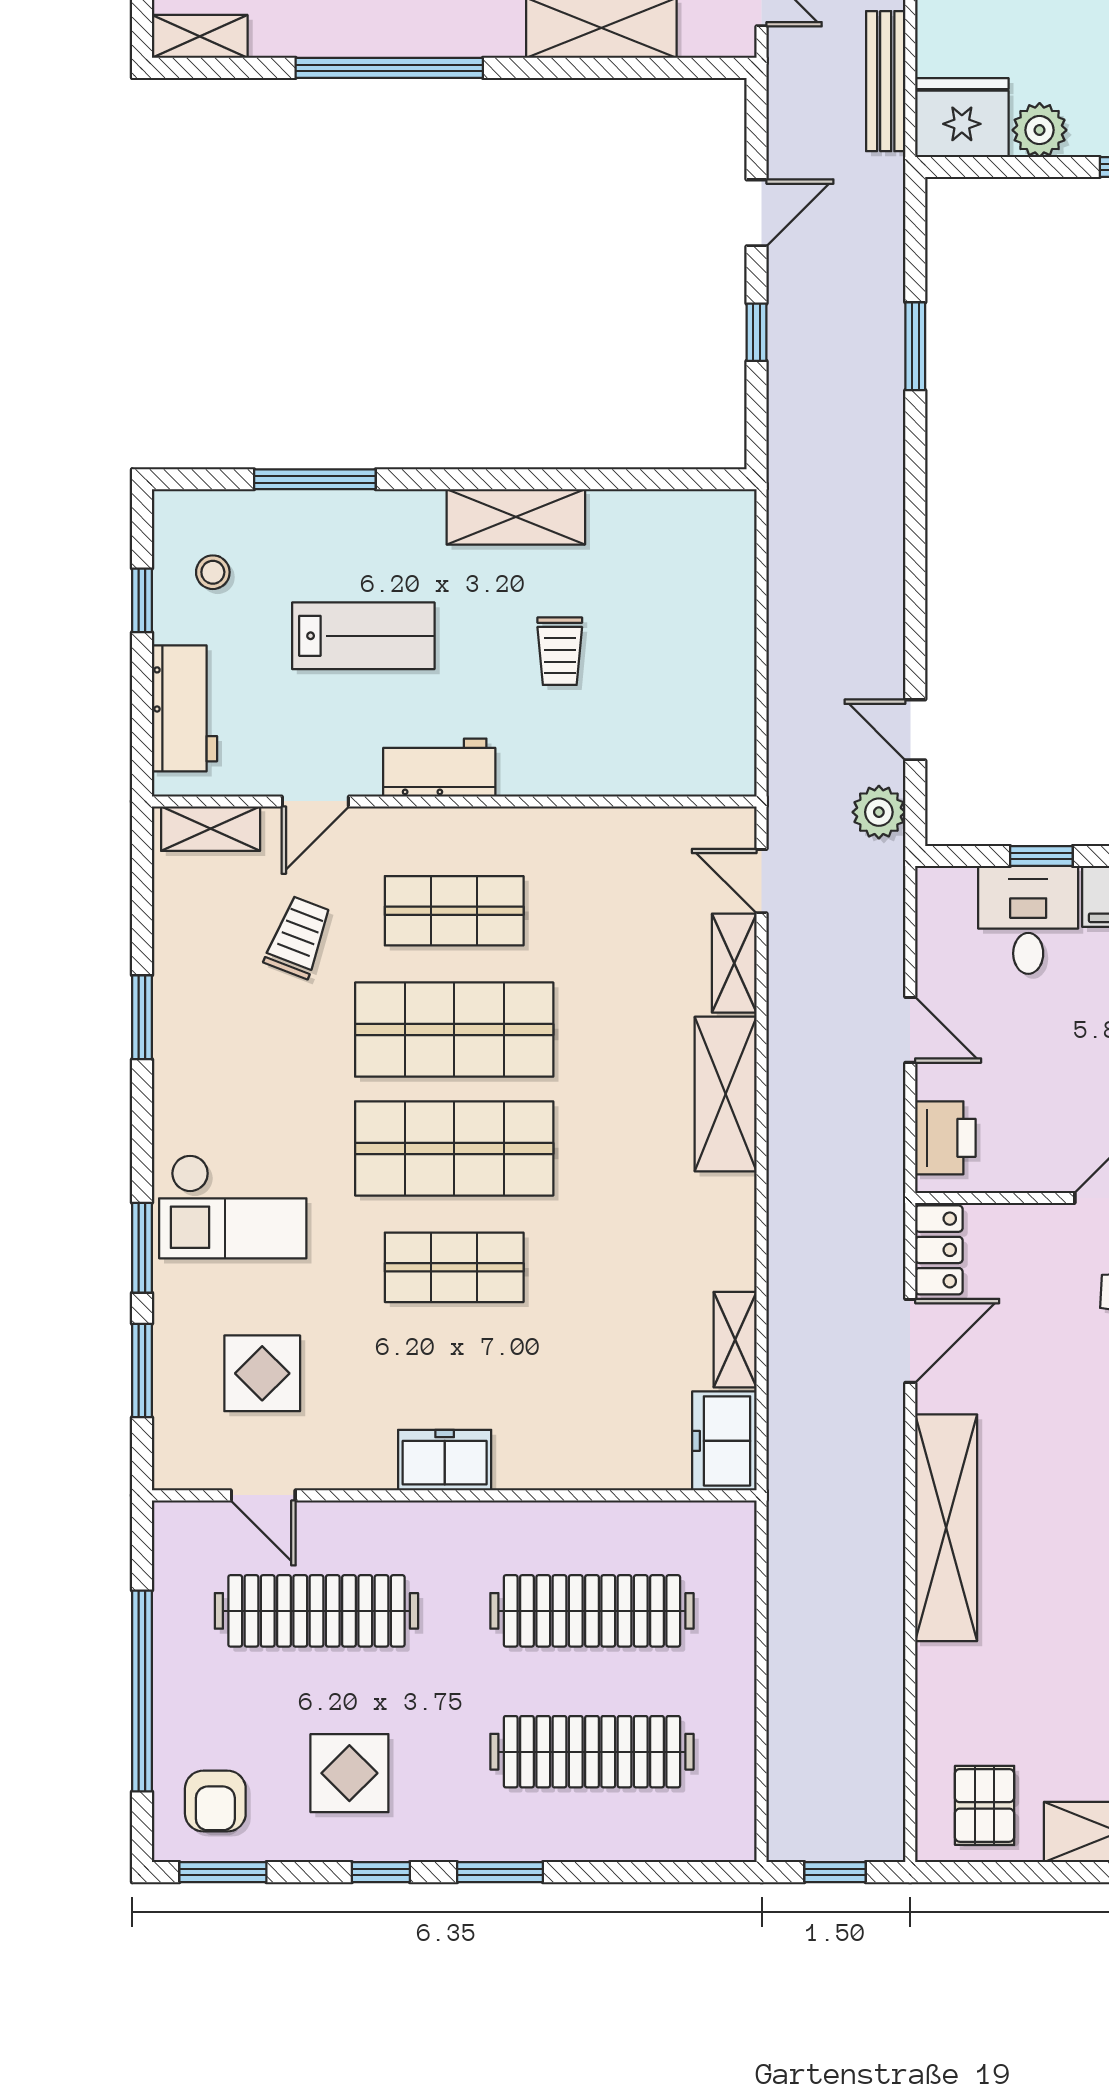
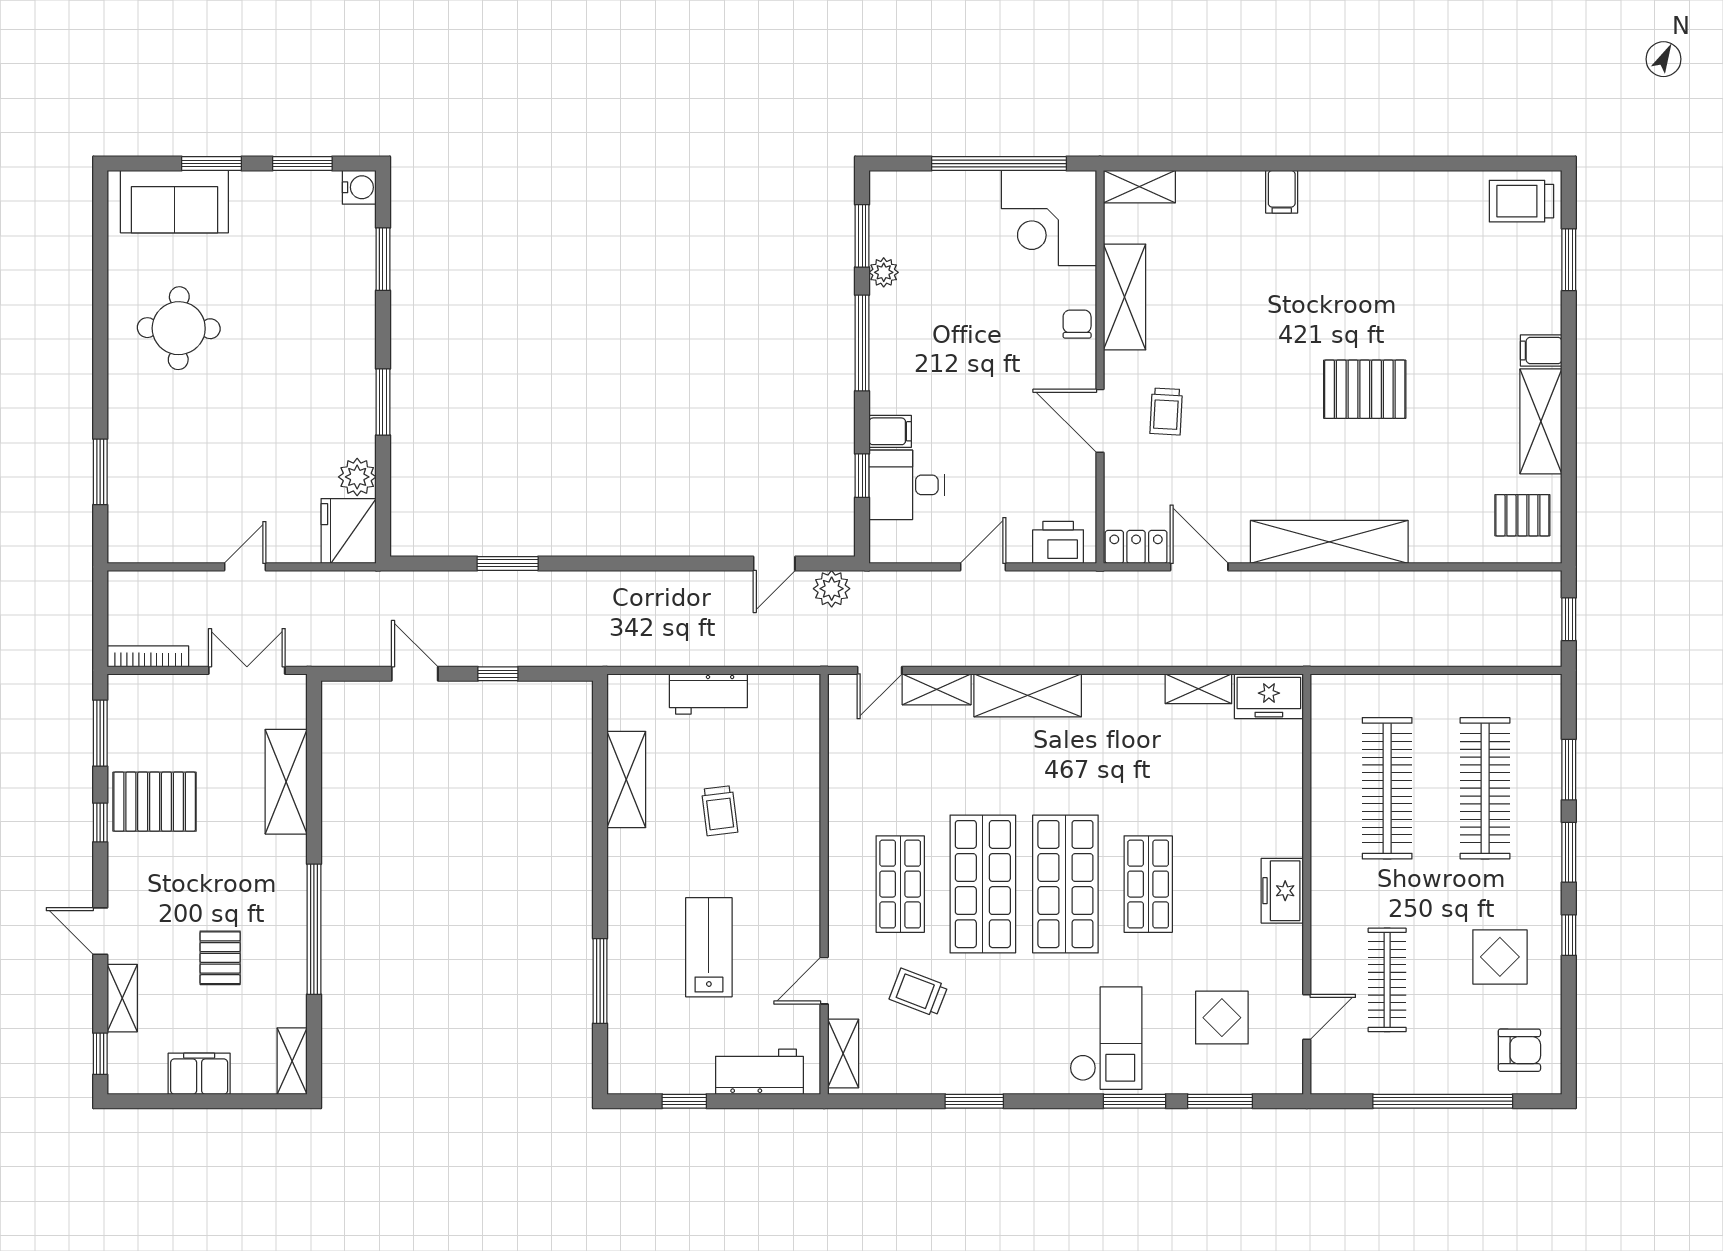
bench: (886, 81) -> (323, 584), removed
shelving: (516, 517) -> (626, 779), moved
stool: (213, 572) -> (665, 1052), removed
trolley: (560, 651) -> (720, 811), turned 83
workbench: (439, 768) -> (708, 694), moved, turned -90
door: (315, 801) -> (824, 981), swing flipped
clothes rail: (316, 1611) -> (1387, 980), width x0.73, depth x0.76
window: (223, 1872) -> (1569, 770), moved

